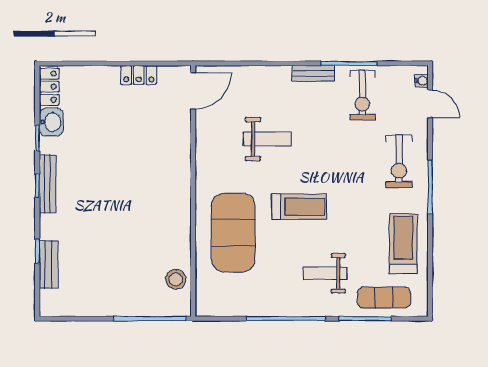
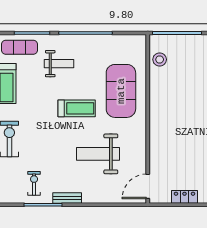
exercise bike: (362, 95) -> (34, 183), width x0.73, depth x0.72
weight bench: (267, 139) -> (98, 154), width x1.36, depth x1.33
treadmill: (299, 207) -> (77, 108), turned 180

